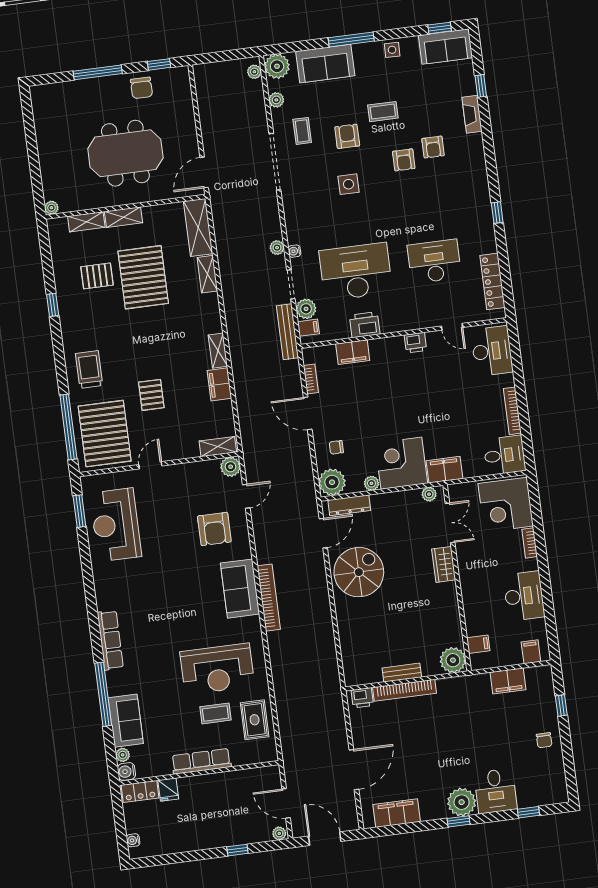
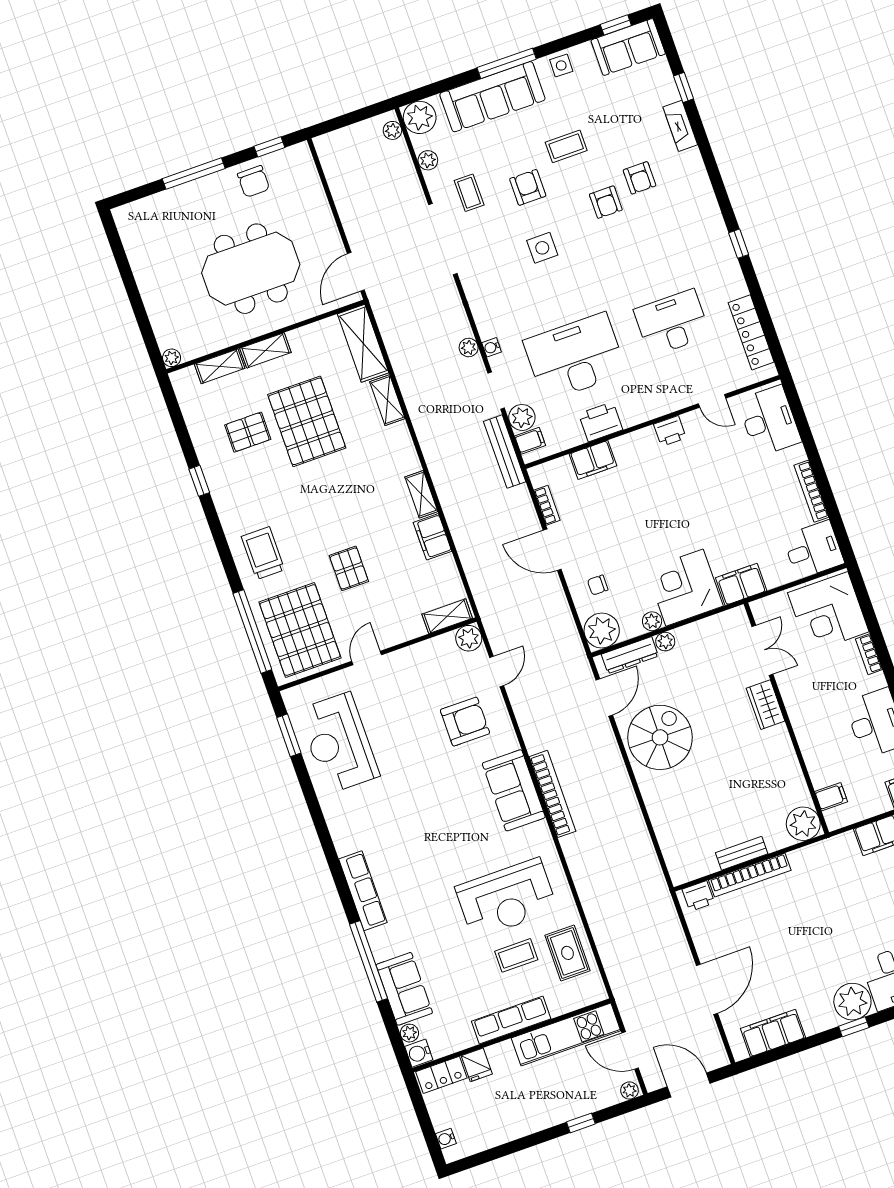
sofa: (325, 64) -> (492, 97), width x1.36
plant: (429, 494) -> (665, 642), moved
armchair: (214, 529) -> (465, 722), turned -90
kitchen unit: (240, 781) -> (566, 1034), added

